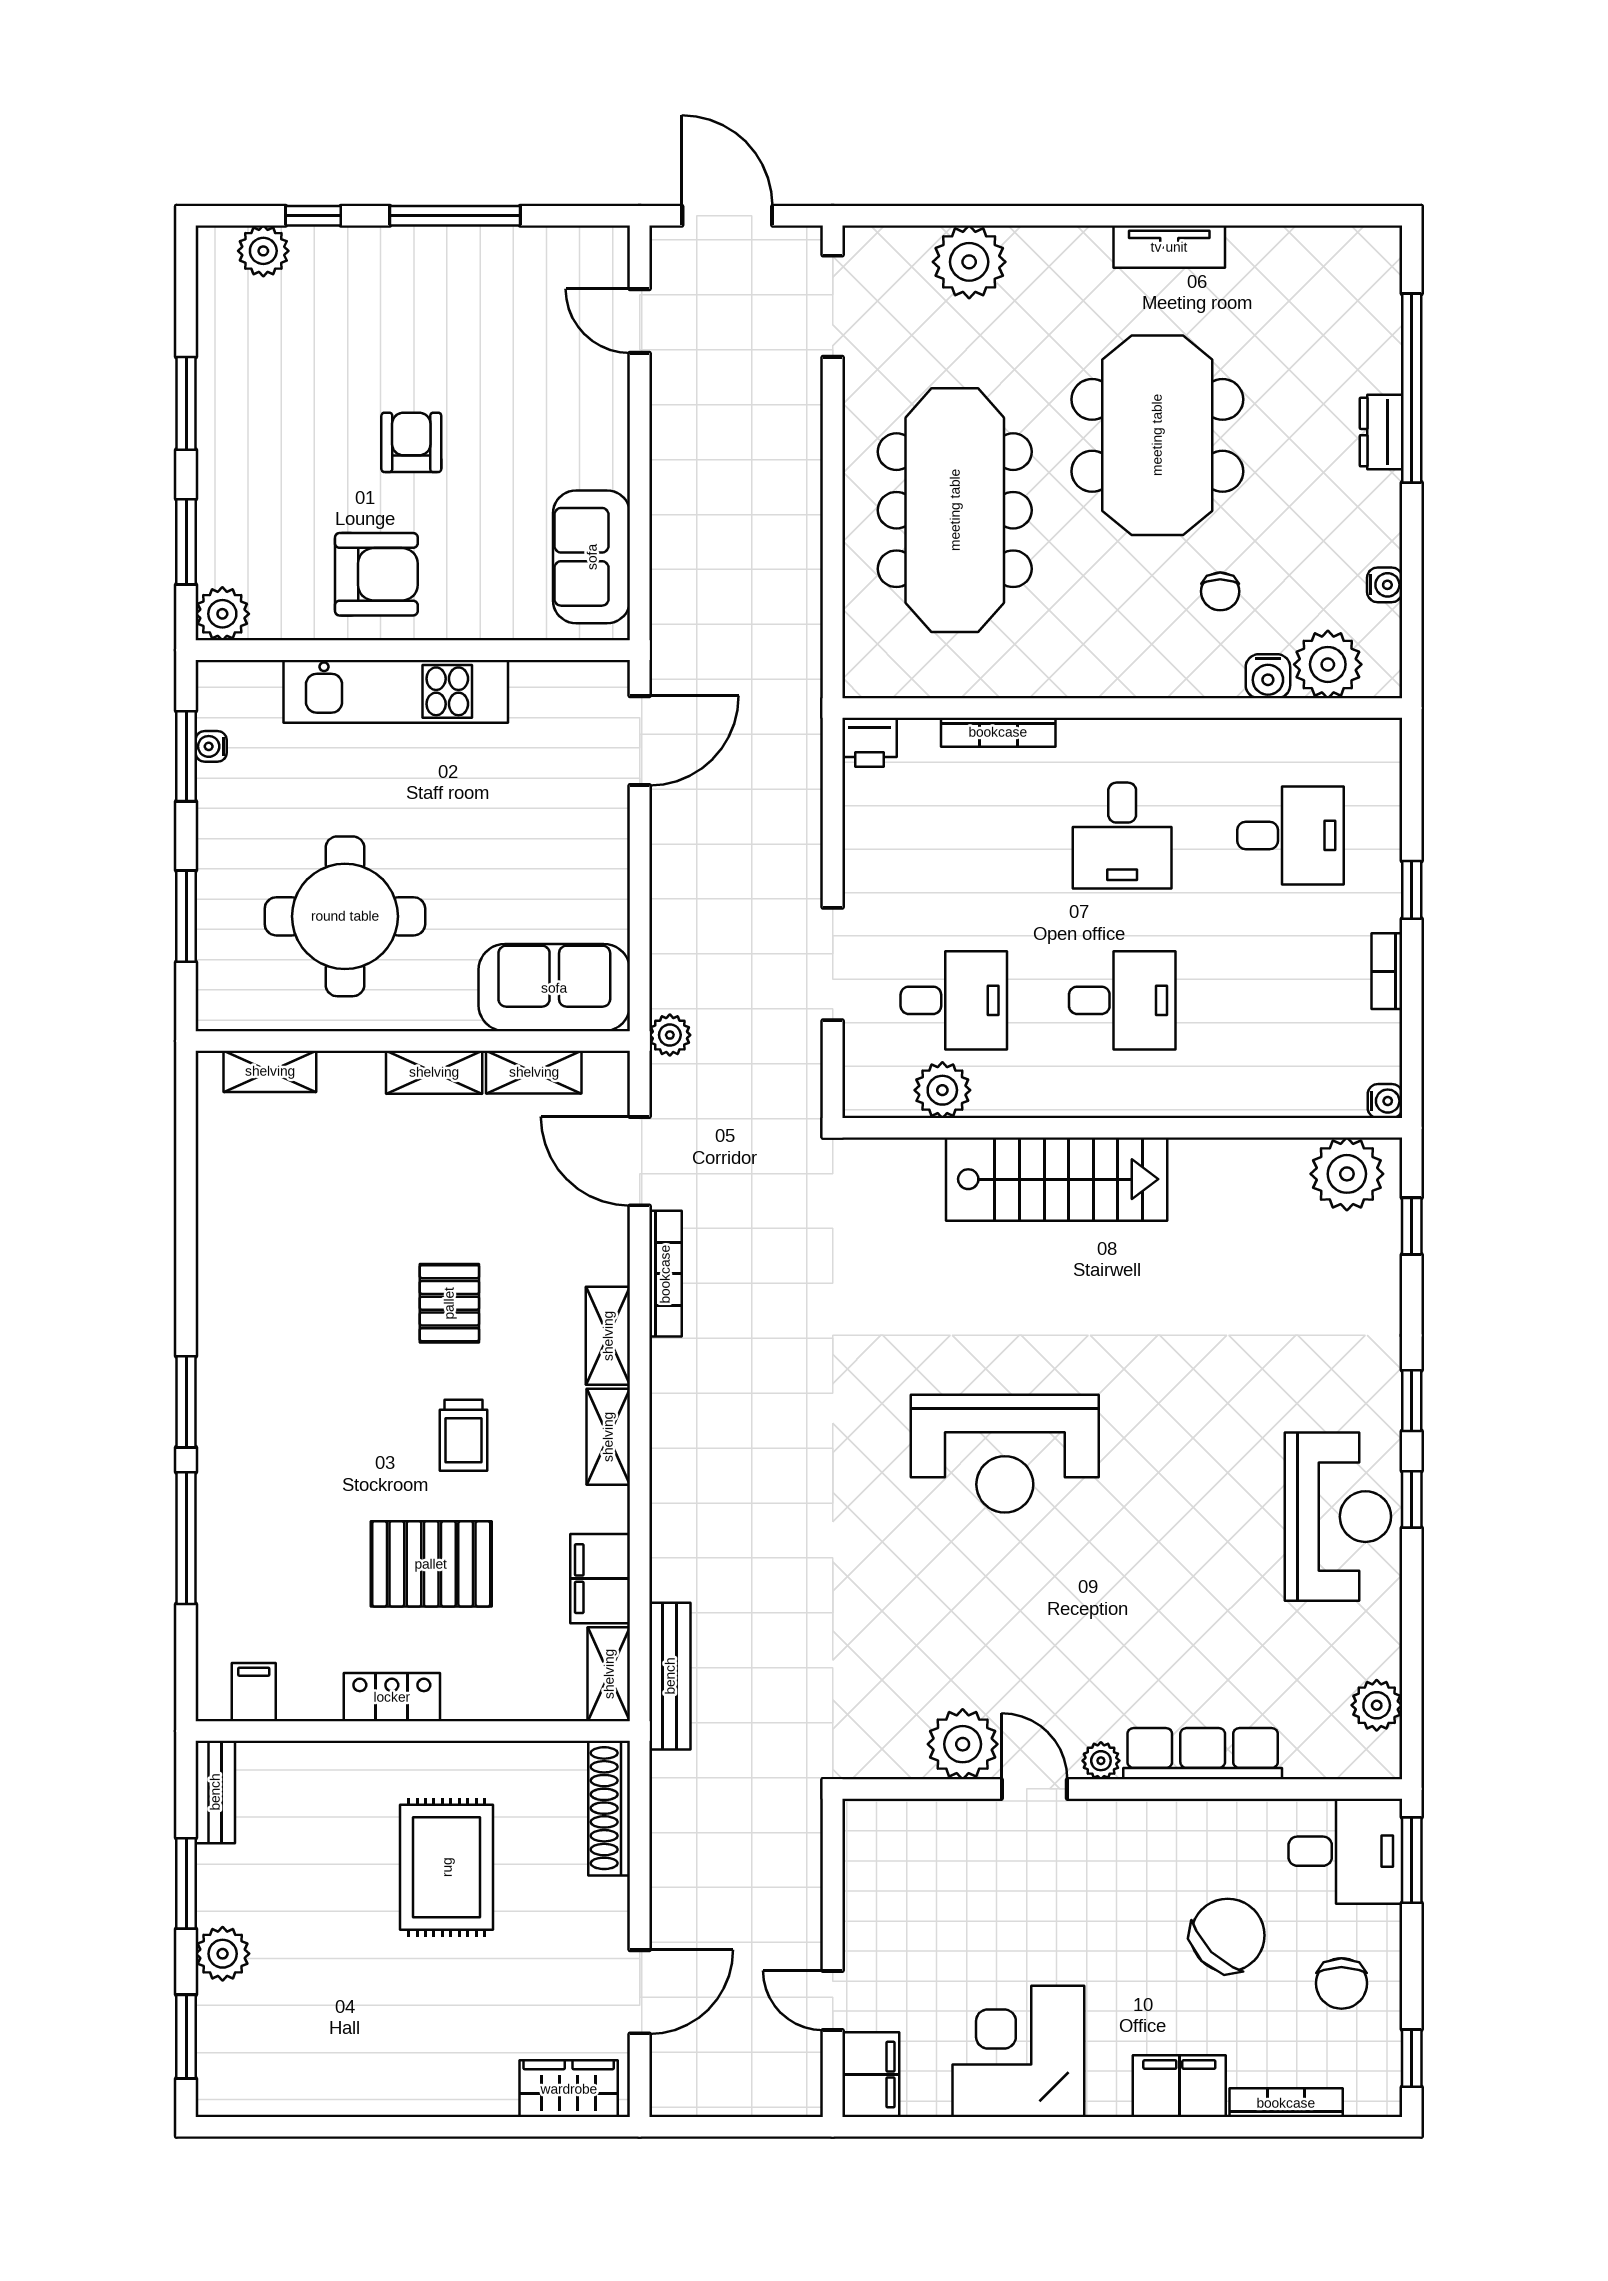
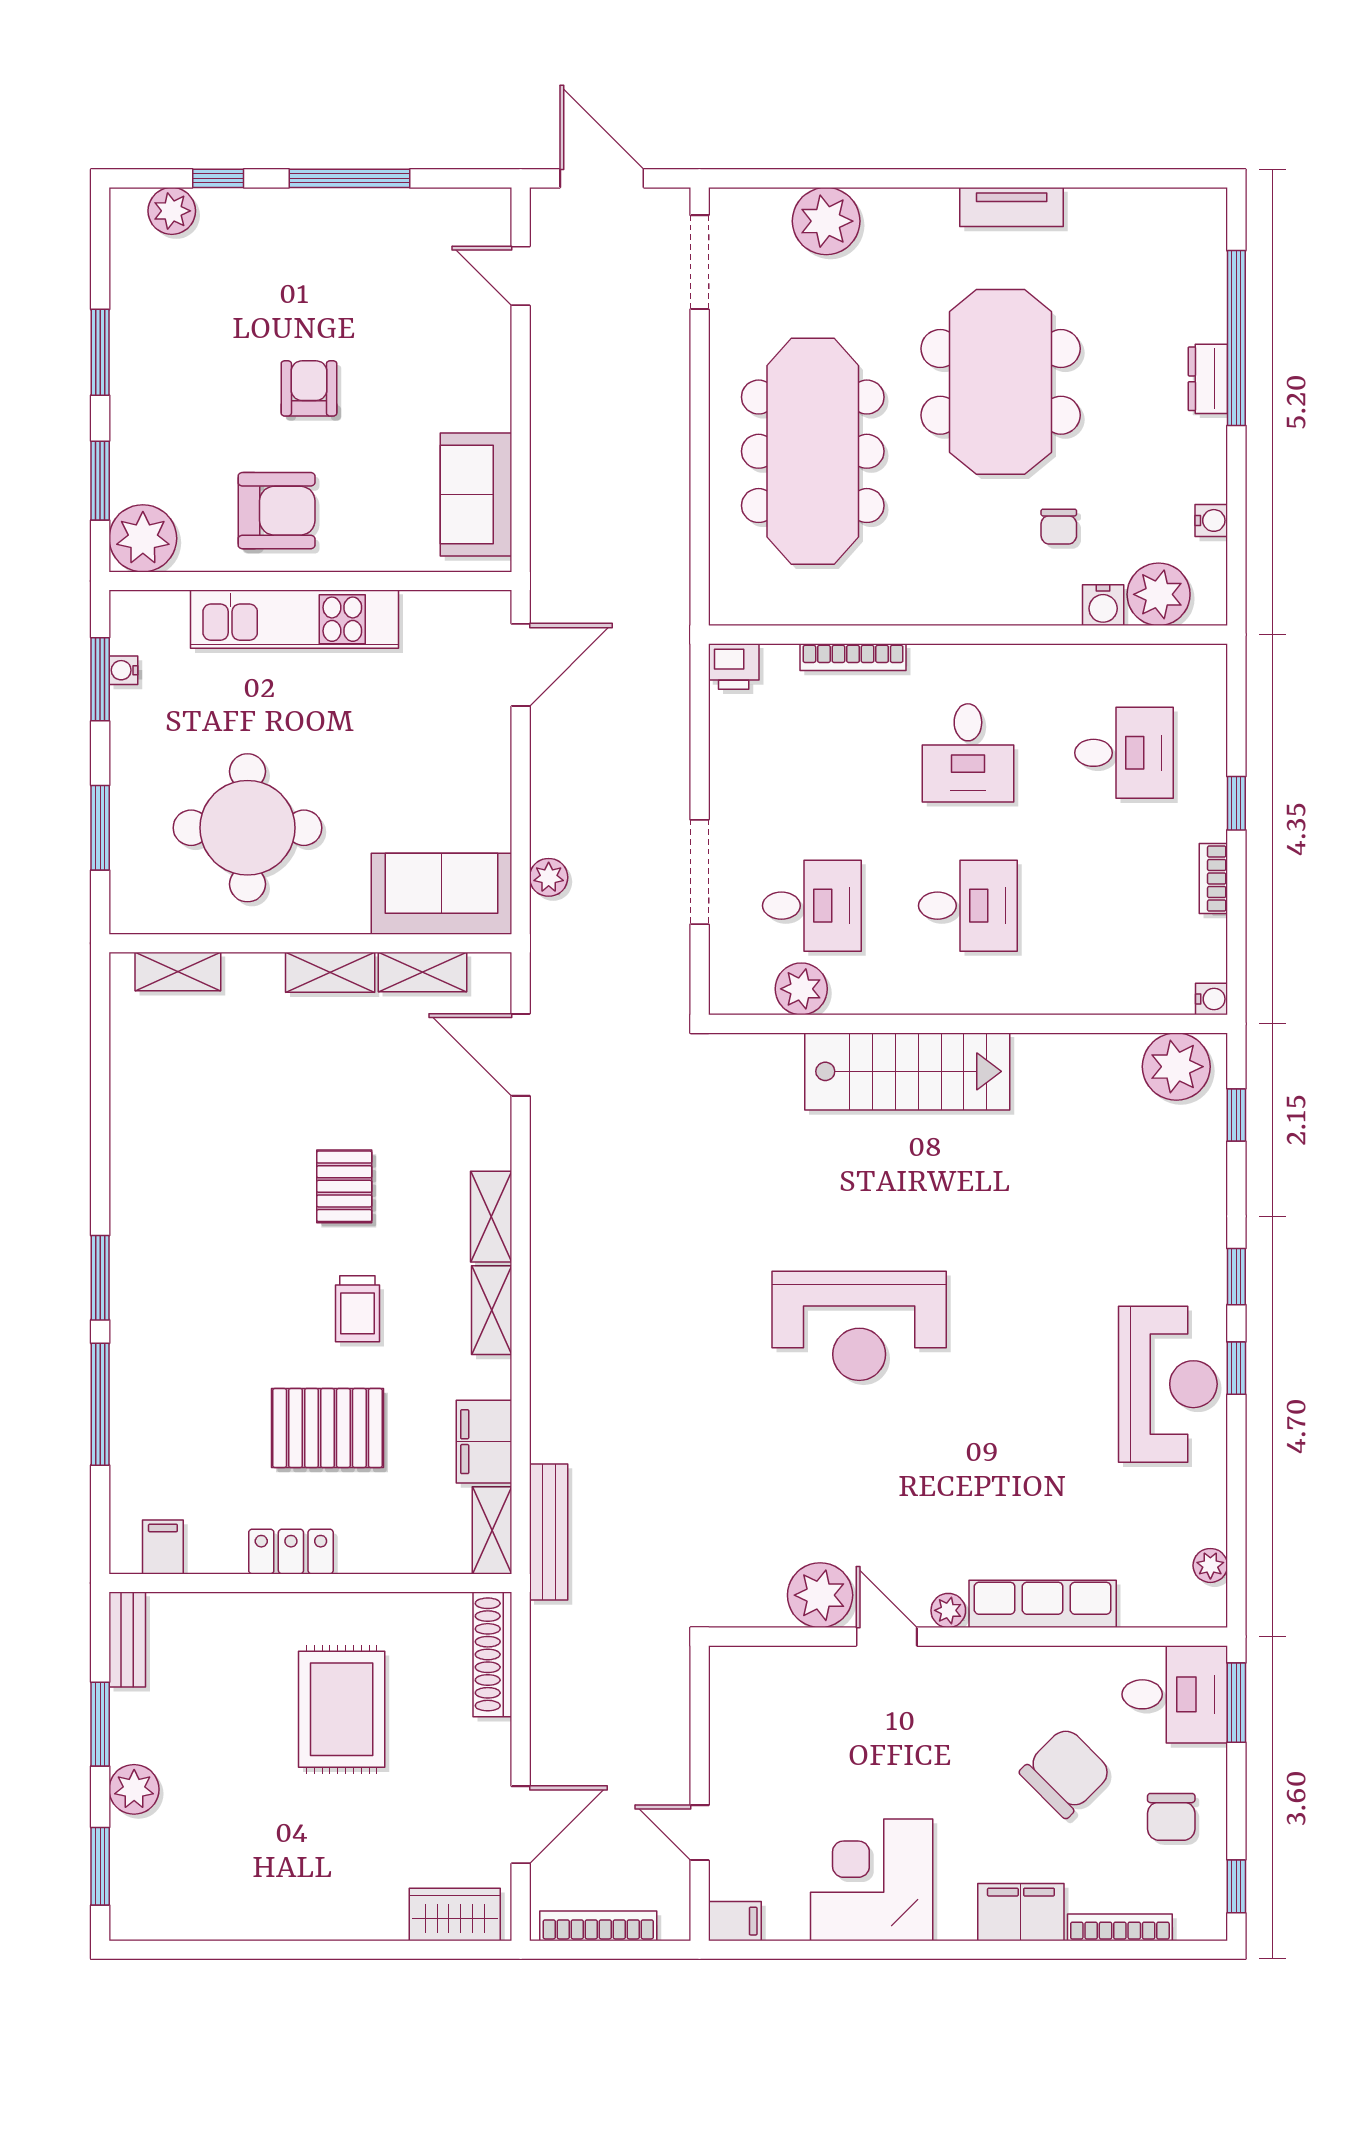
plant: (222, 614) -> (143, 538), width x1.36, depth x1.36
plant: (670, 1035) -> (549, 877), moved
bookcase: (665, 1274) -> (598, 1926), moved, turned -90
plant: (1377, 1705) -> (1210, 1565), width x0.73, depth x0.73
filing cabinet: (871, 2075) -> (735, 1921), width x0.50

